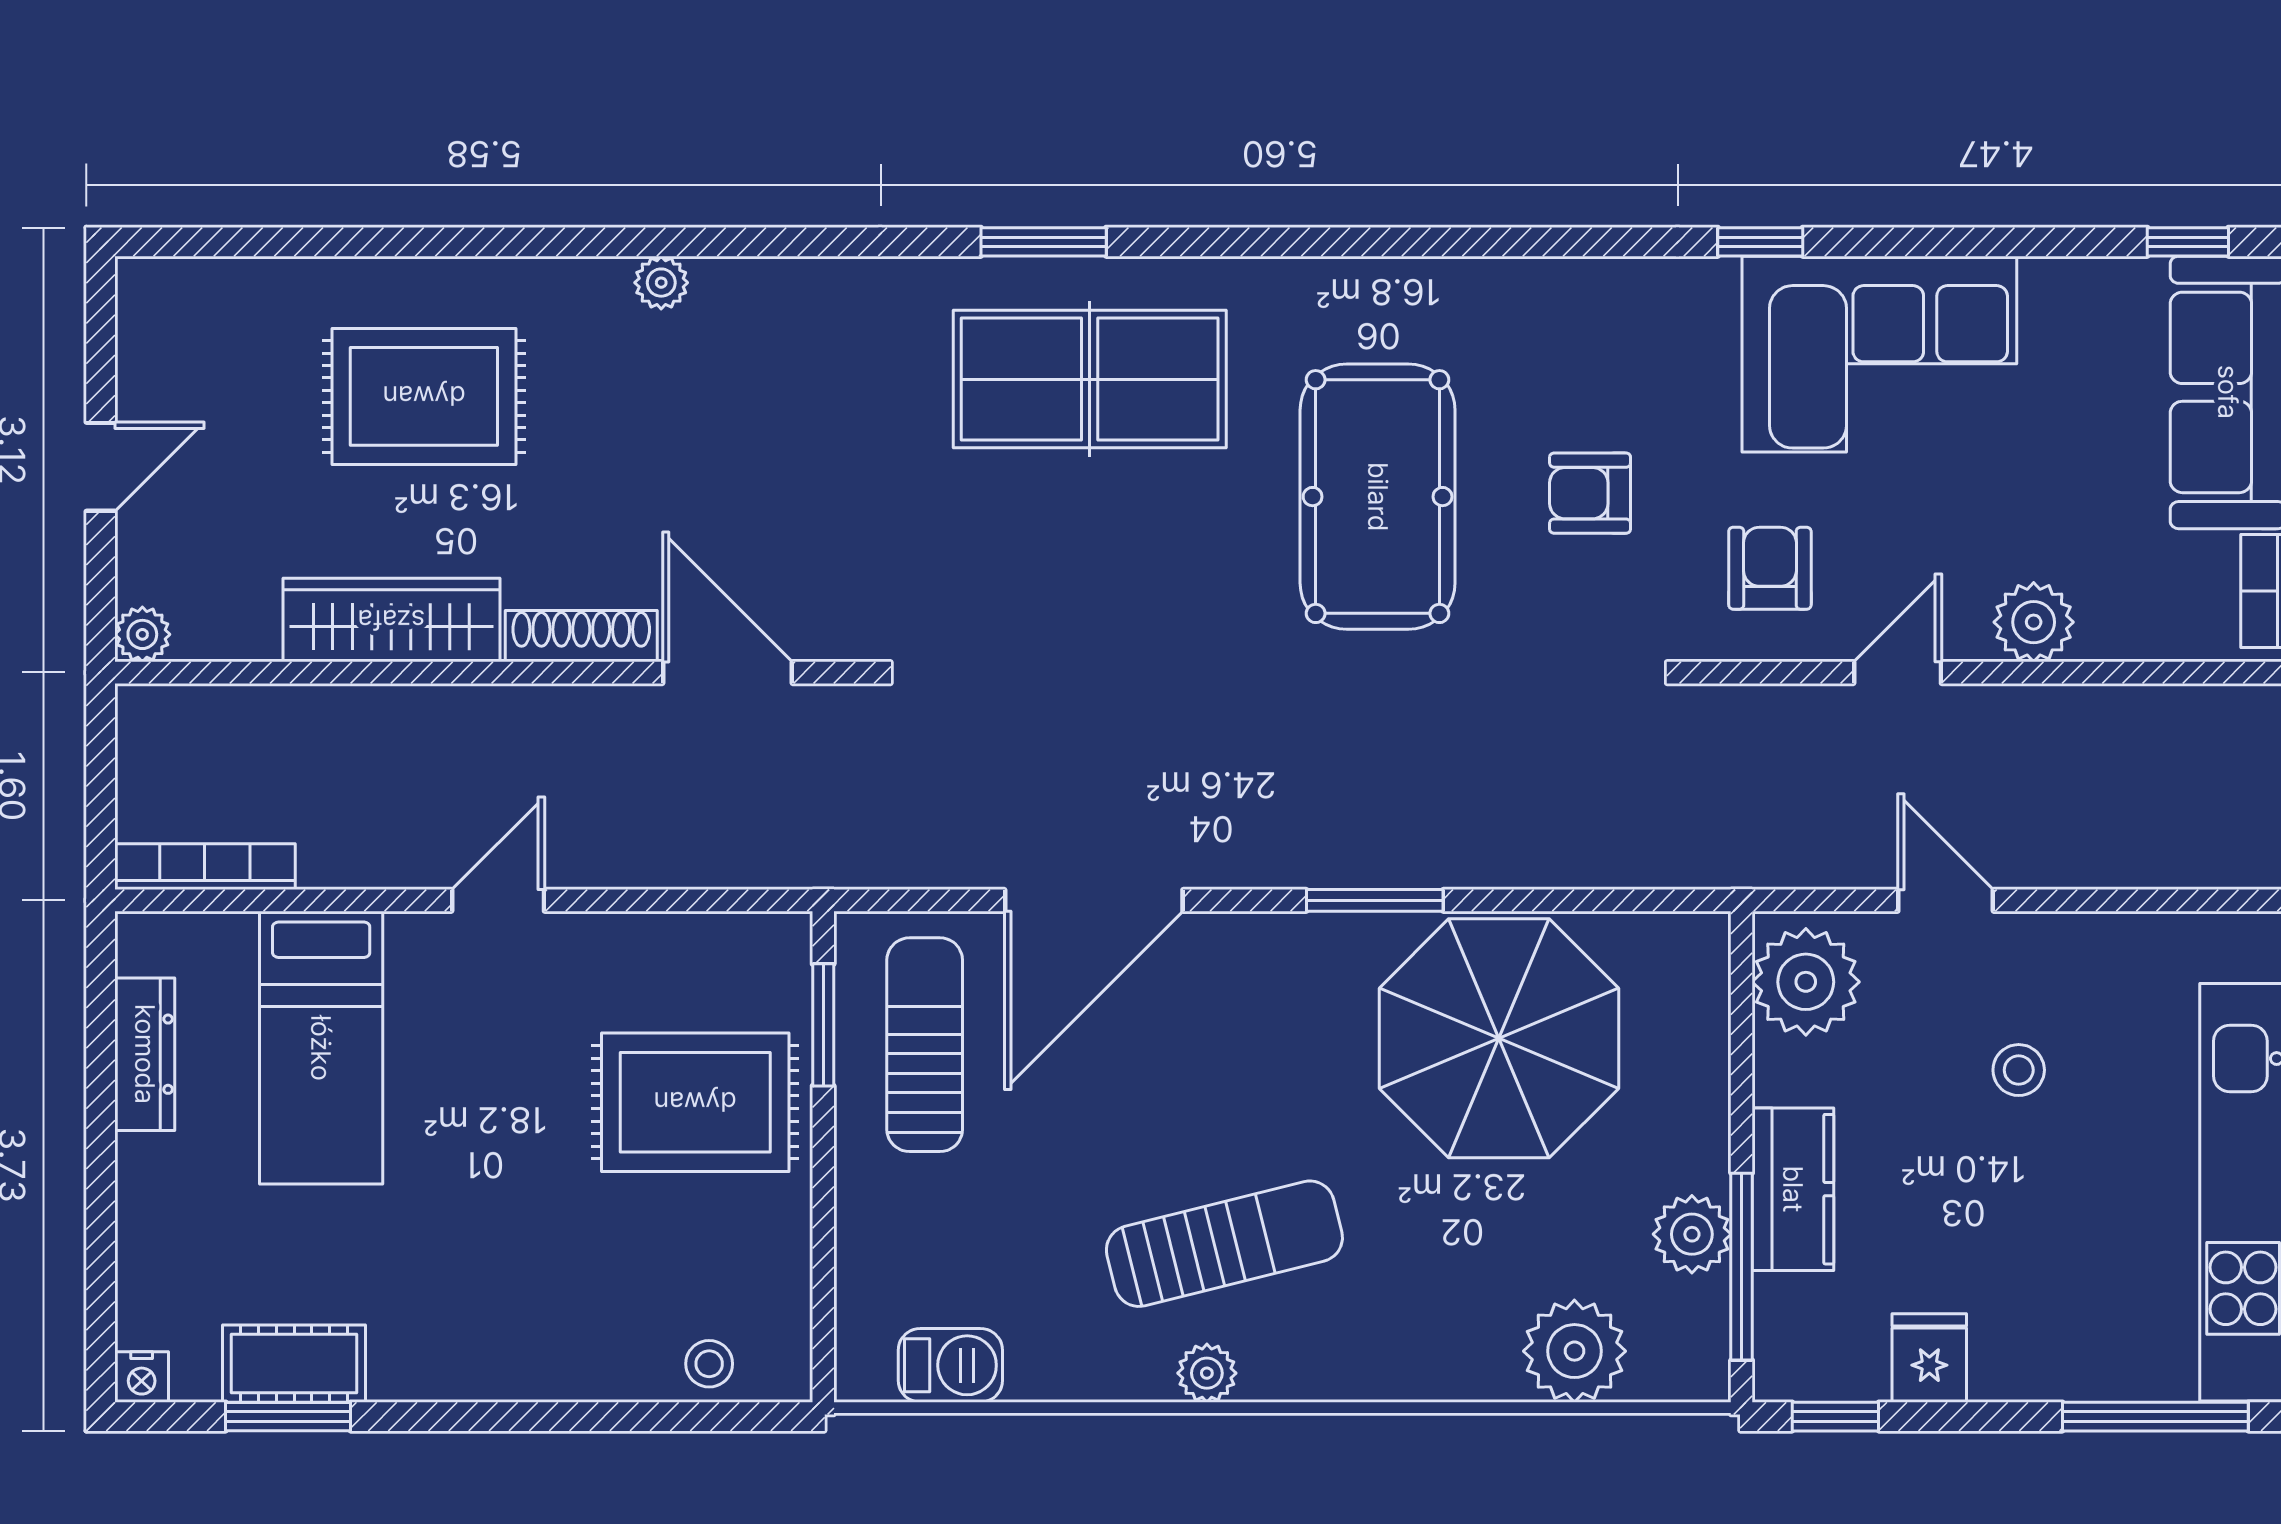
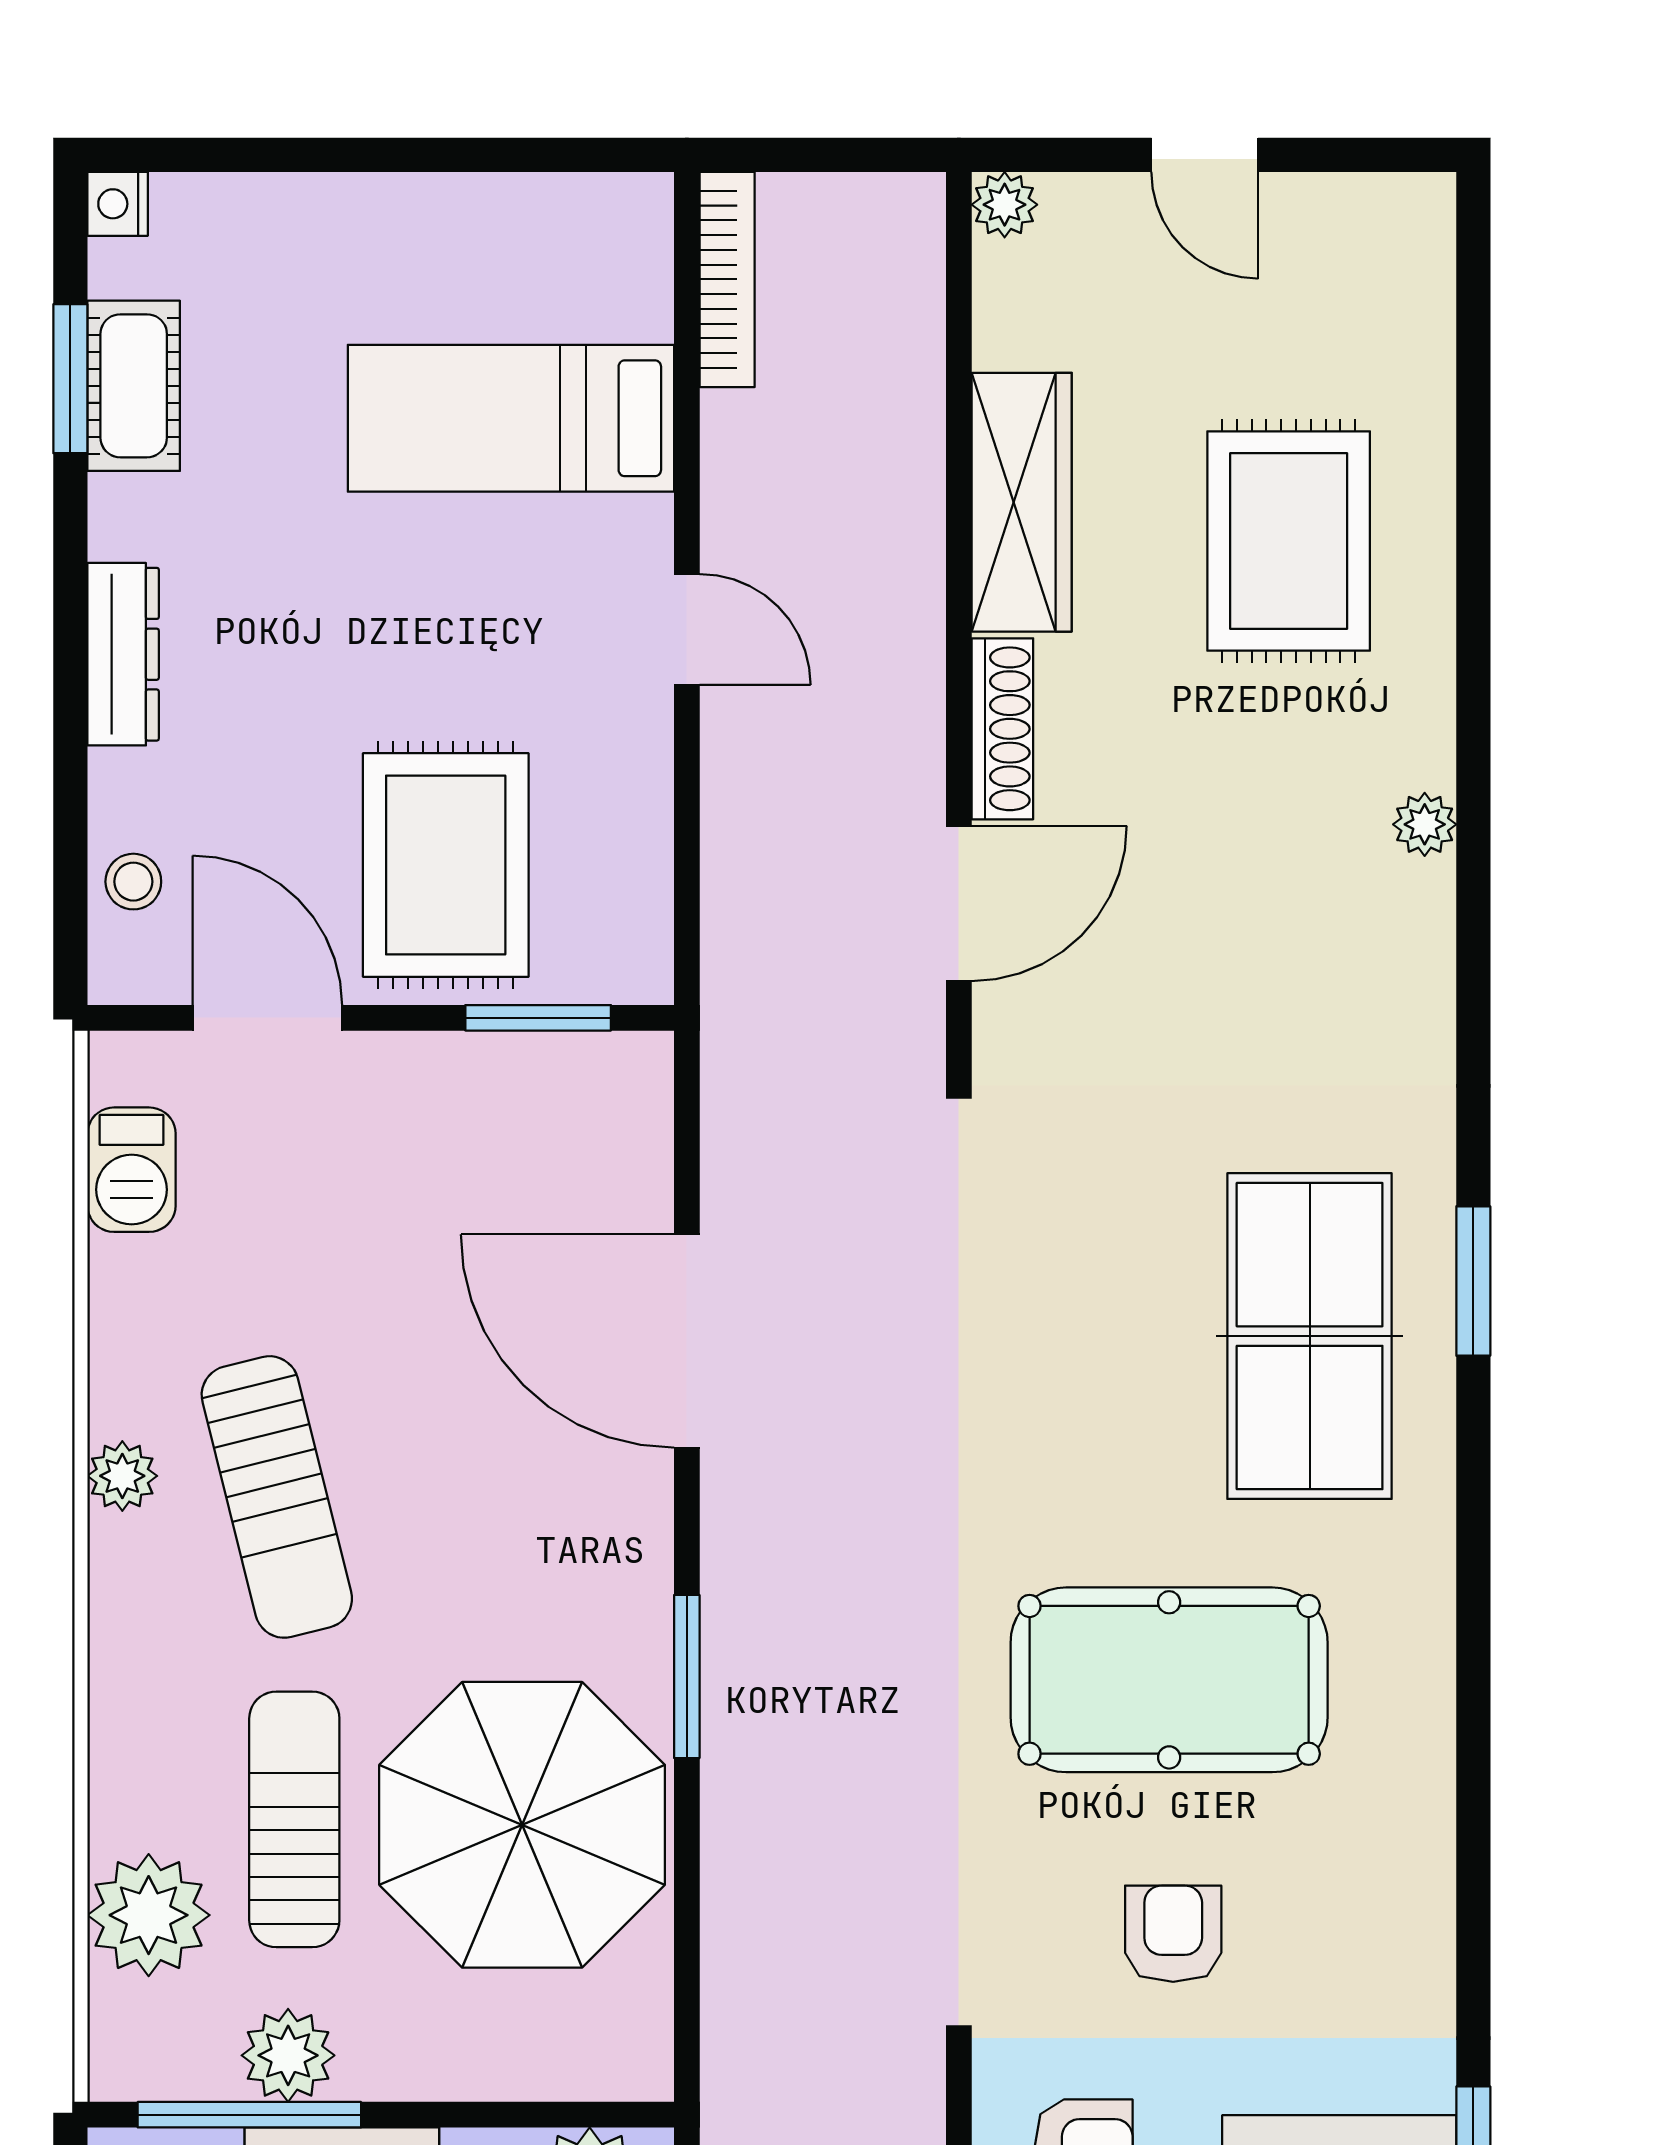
sun lounger: (925, 1045) -> (294, 1819), moved, turned -90
dresser: (145, 1054) -> (123, 654), moved, turned -90
door: (823, 1252) -> (267, 1018), added

